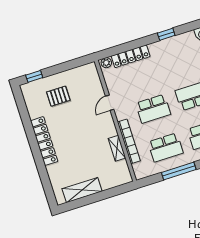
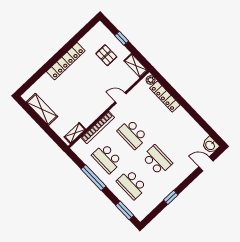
window: (166, 34) -> (196, 116), removed
shelving: (84, 71) -> (136, 66), added
window: (34, 76) -> (122, 38), moved
shelving: (117, 148) -> (75, 133), moved

